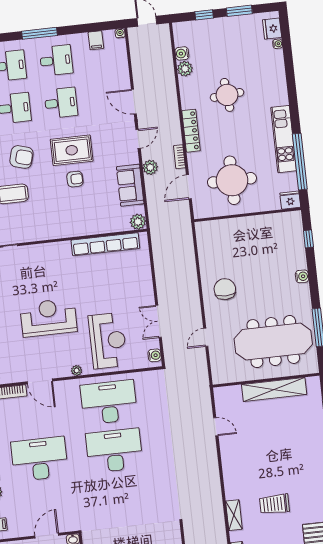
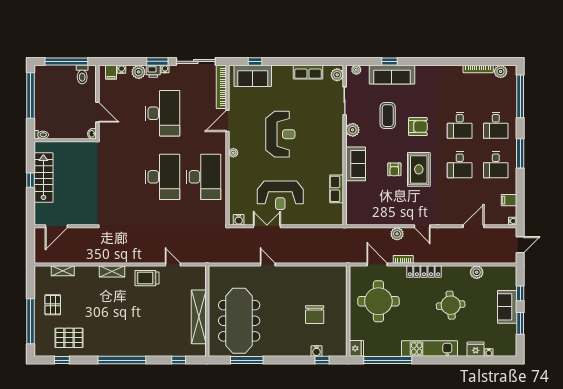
sofa: (222, 28) -> (507, 307), added
fridge: (272, 29) -> (476, 349), moved
water cooler: (182, 53) -> (490, 271), removed
door: (134, 102) -> (474, 226), moved
kitchen unit: (284, 139) -> (429, 349), moved
armchair: (21, 157) -> (418, 127), turned -106
sofa: (130, 185) -> (356, 164), moved, turned 90
plant: (138, 222) -> (353, 130), moved
row of seats: (105, 244) -> (337, 189), width x0.50
water cooler: (302, 276) -> (317, 351), moved
chair: (225, 289) -> (315, 315), moved, turned 90
door: (206, 337) -> (268, 264), moved
reception desk: (108, 341) -> (280, 195), moved
door: (216, 427) -> (173, 264), swing flipped
trolley: (274, 504) -> (147, 278), moved, turned -90
shelving: (234, 515) -> (112, 271), moved

